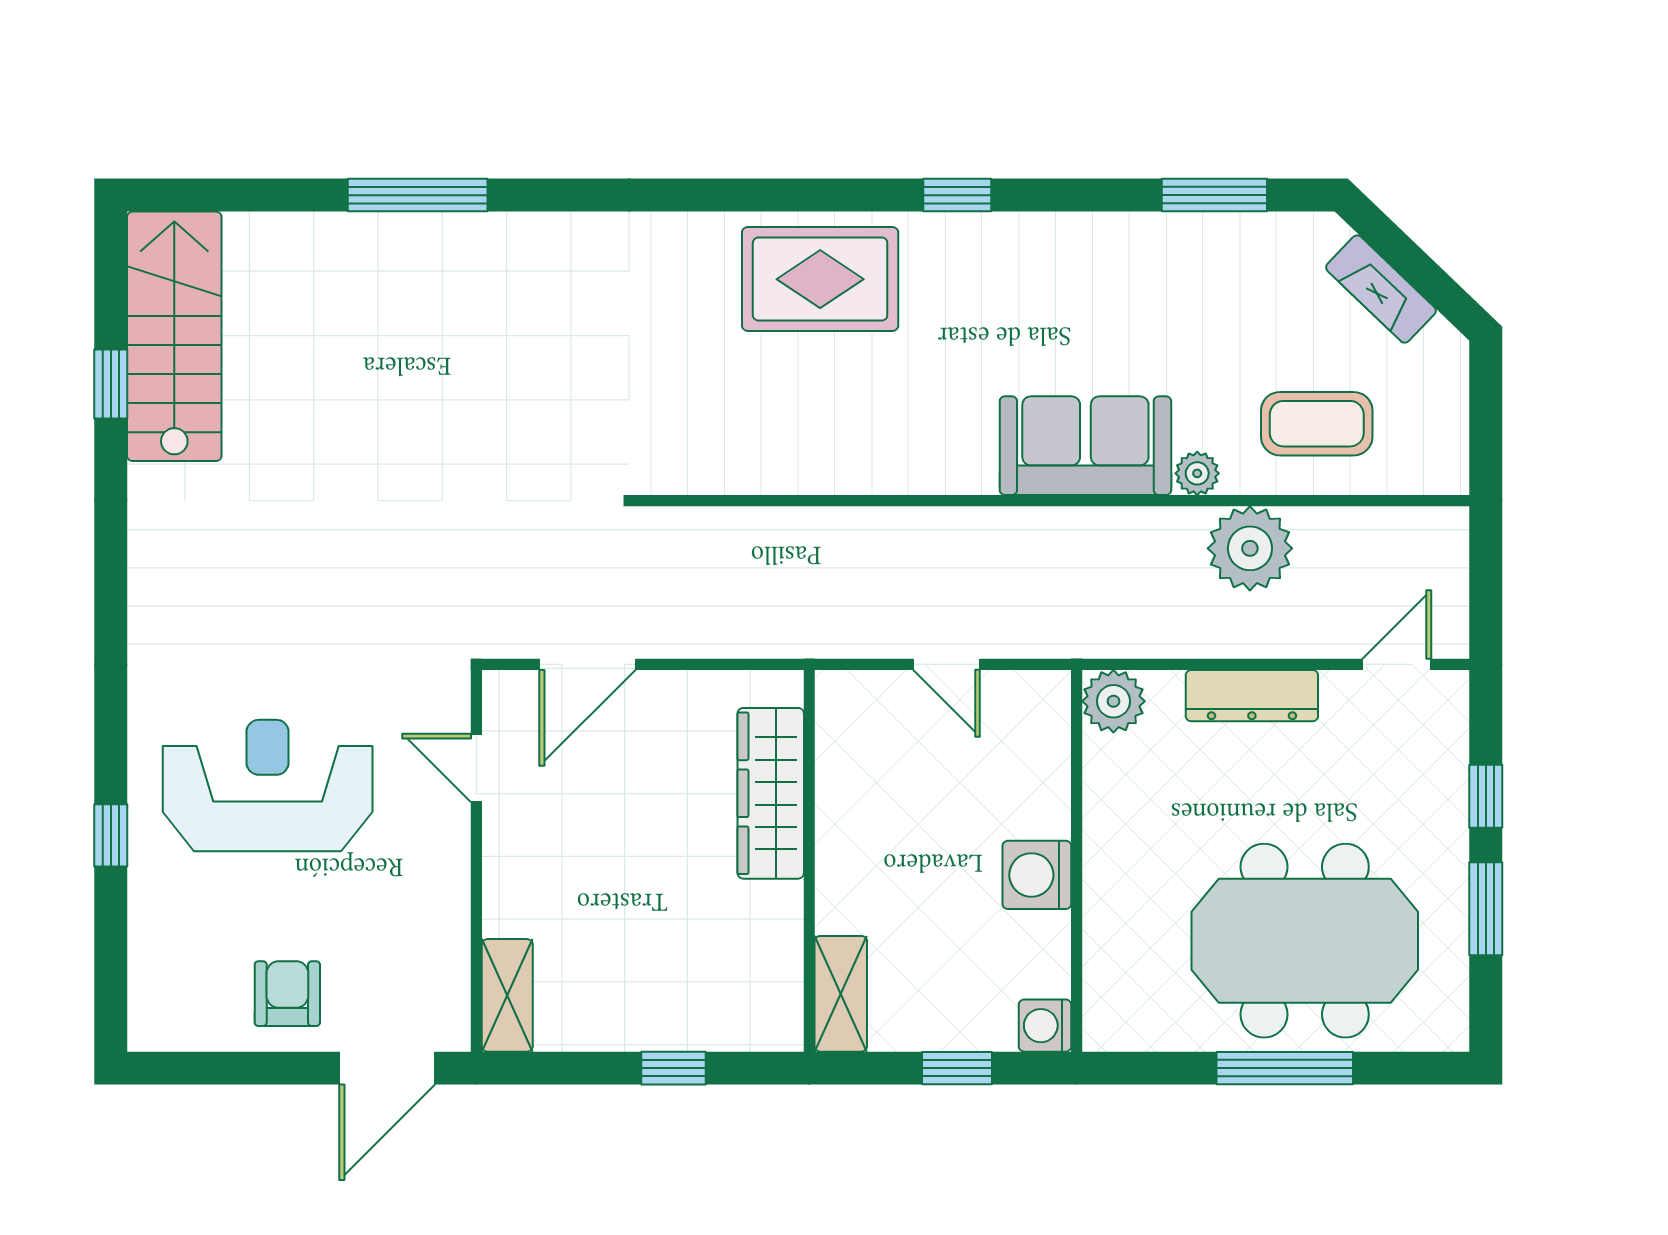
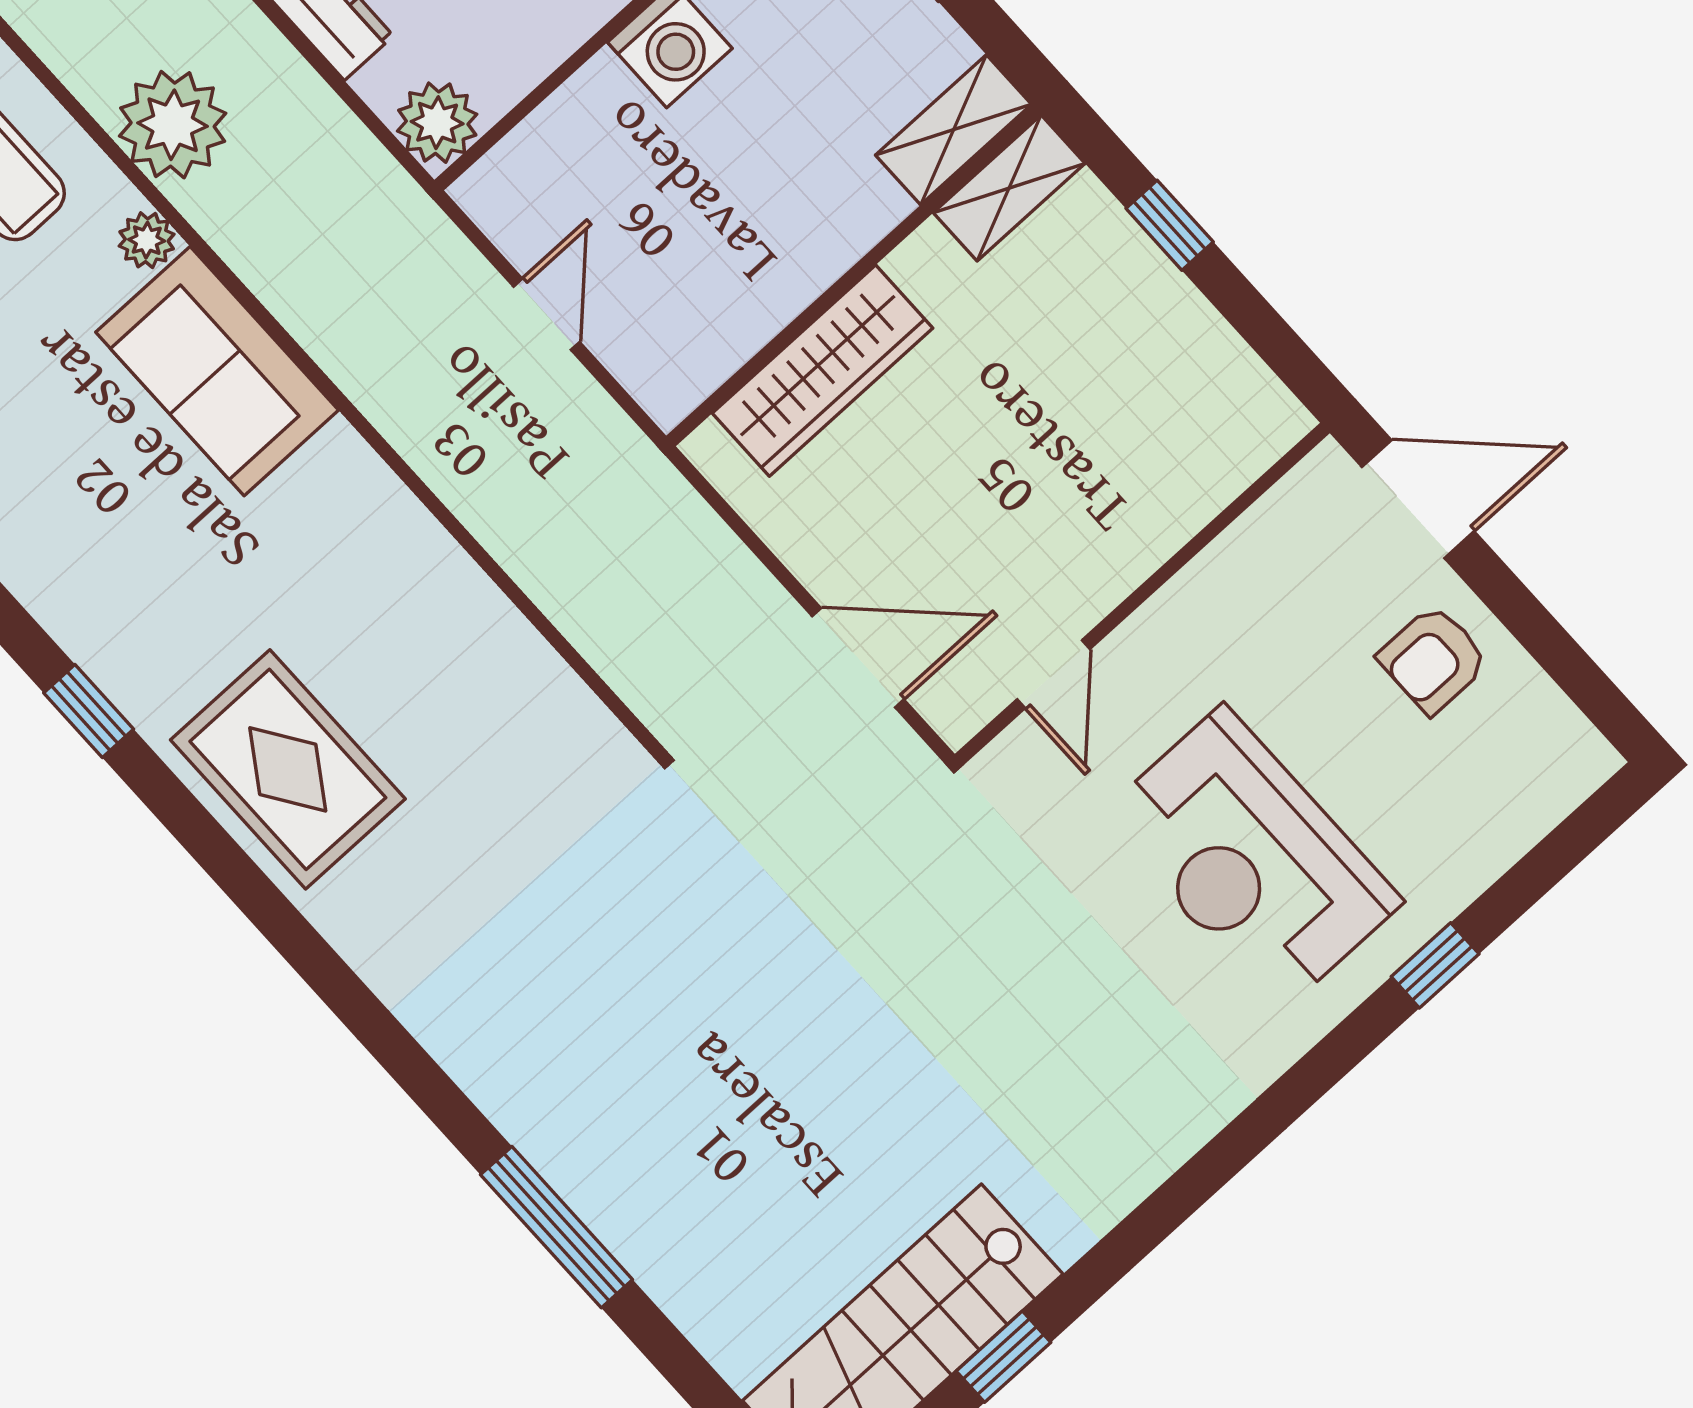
shelving: (507, 995) -> (1009, 188), moved

